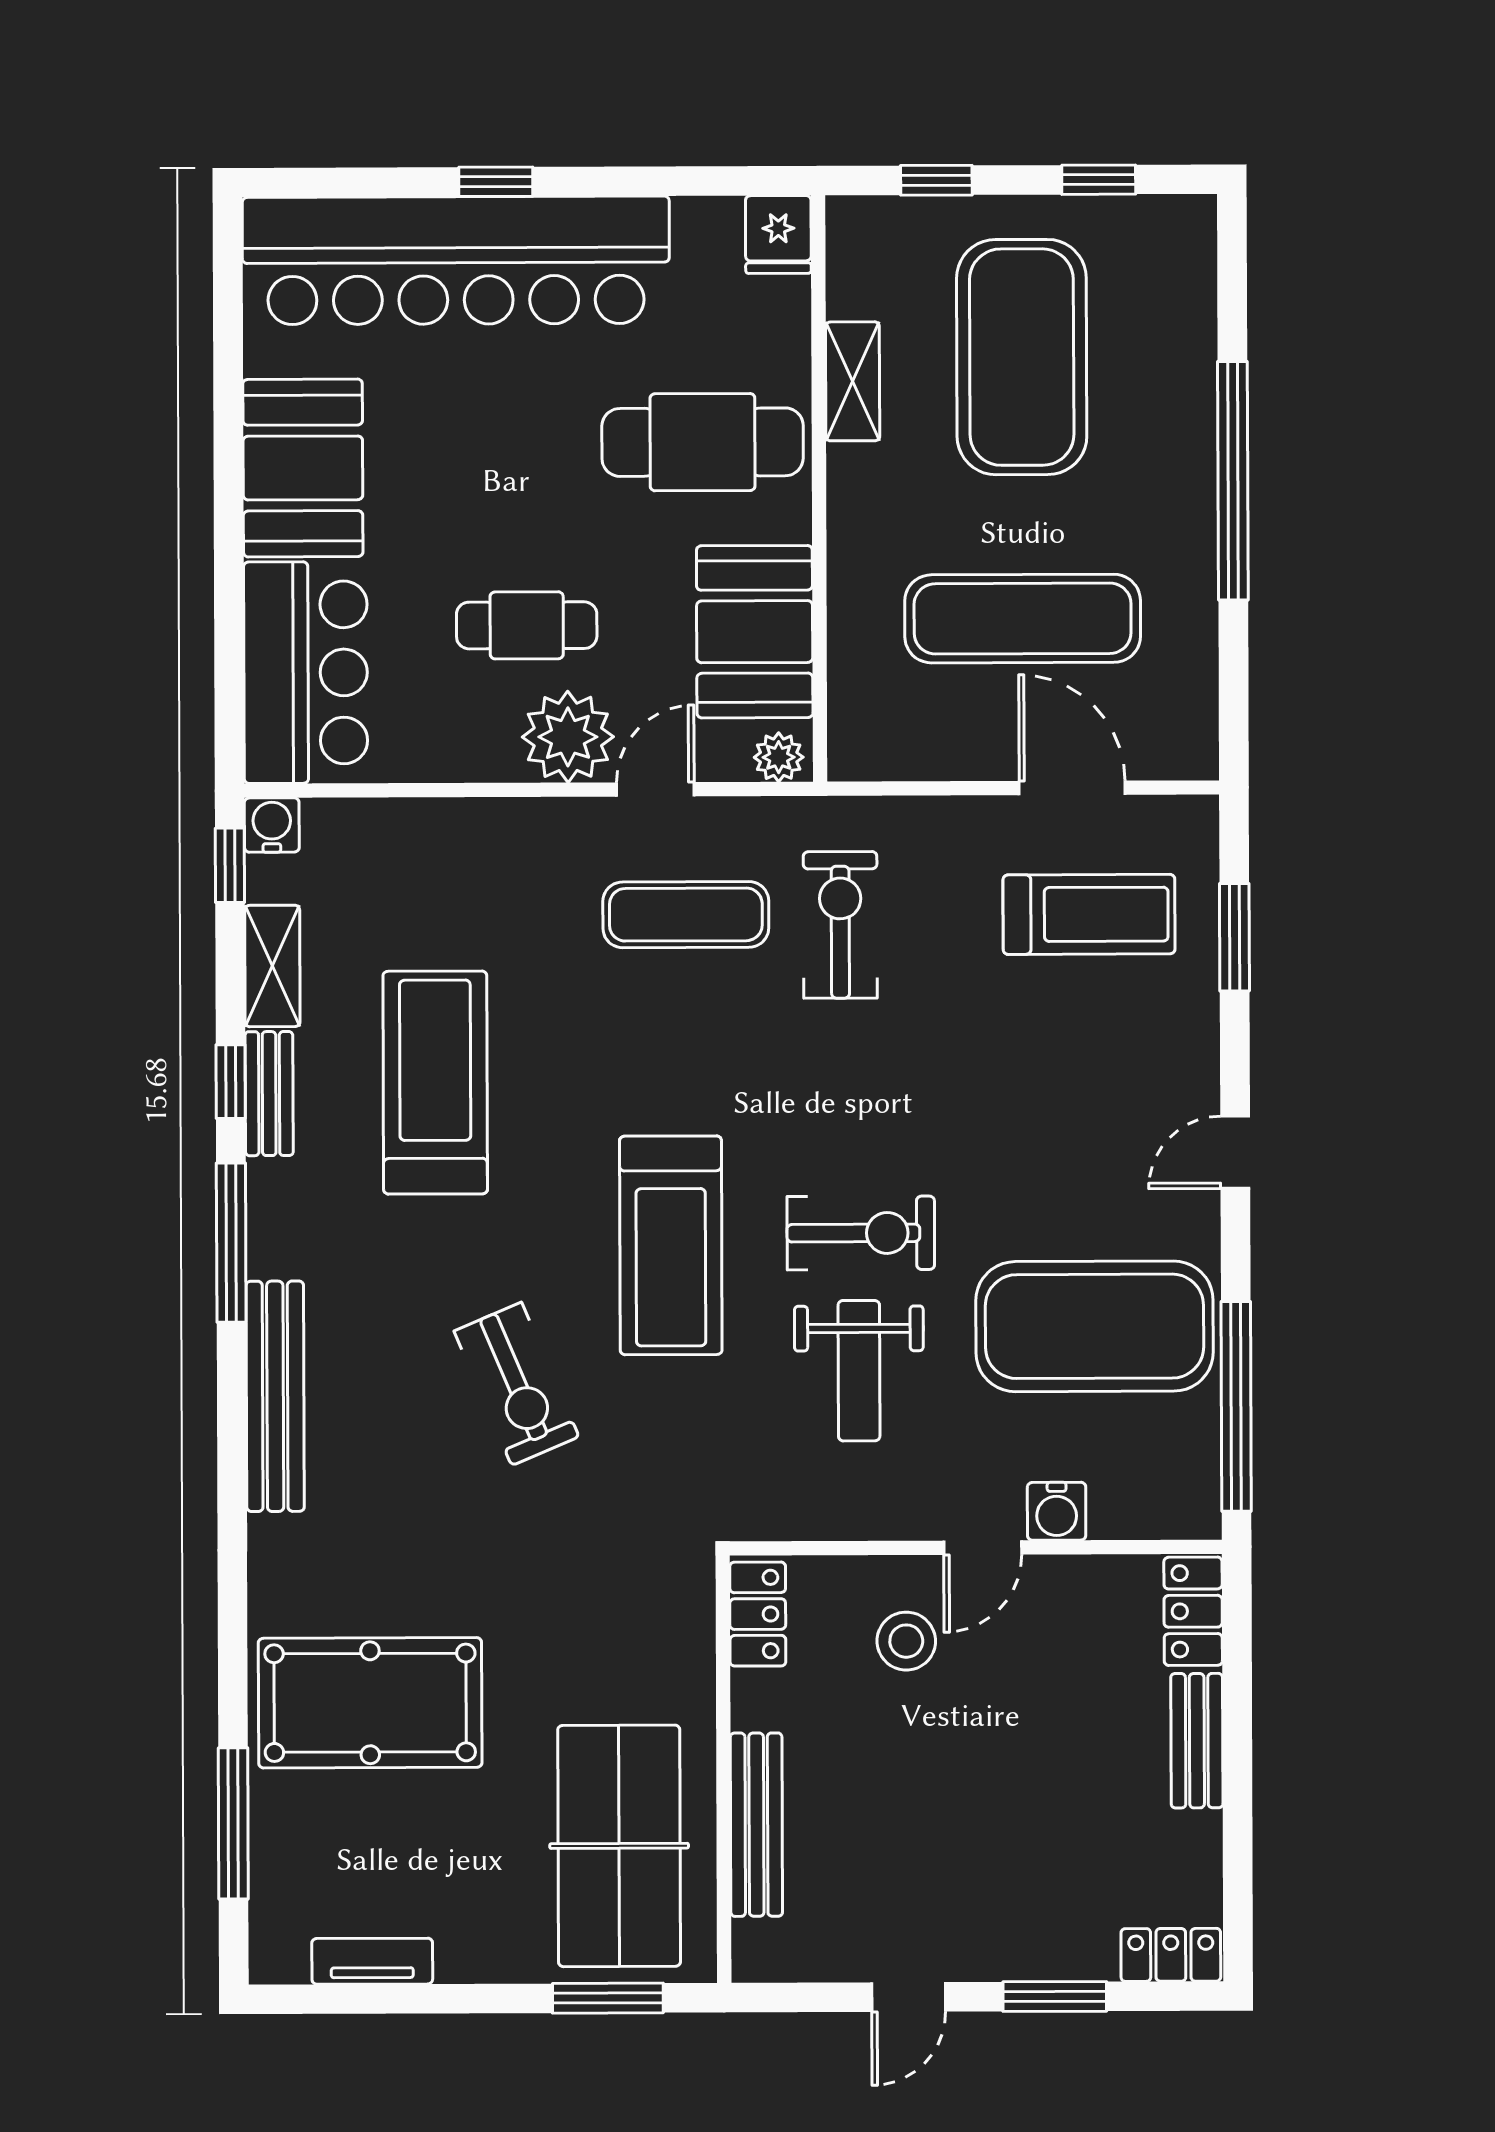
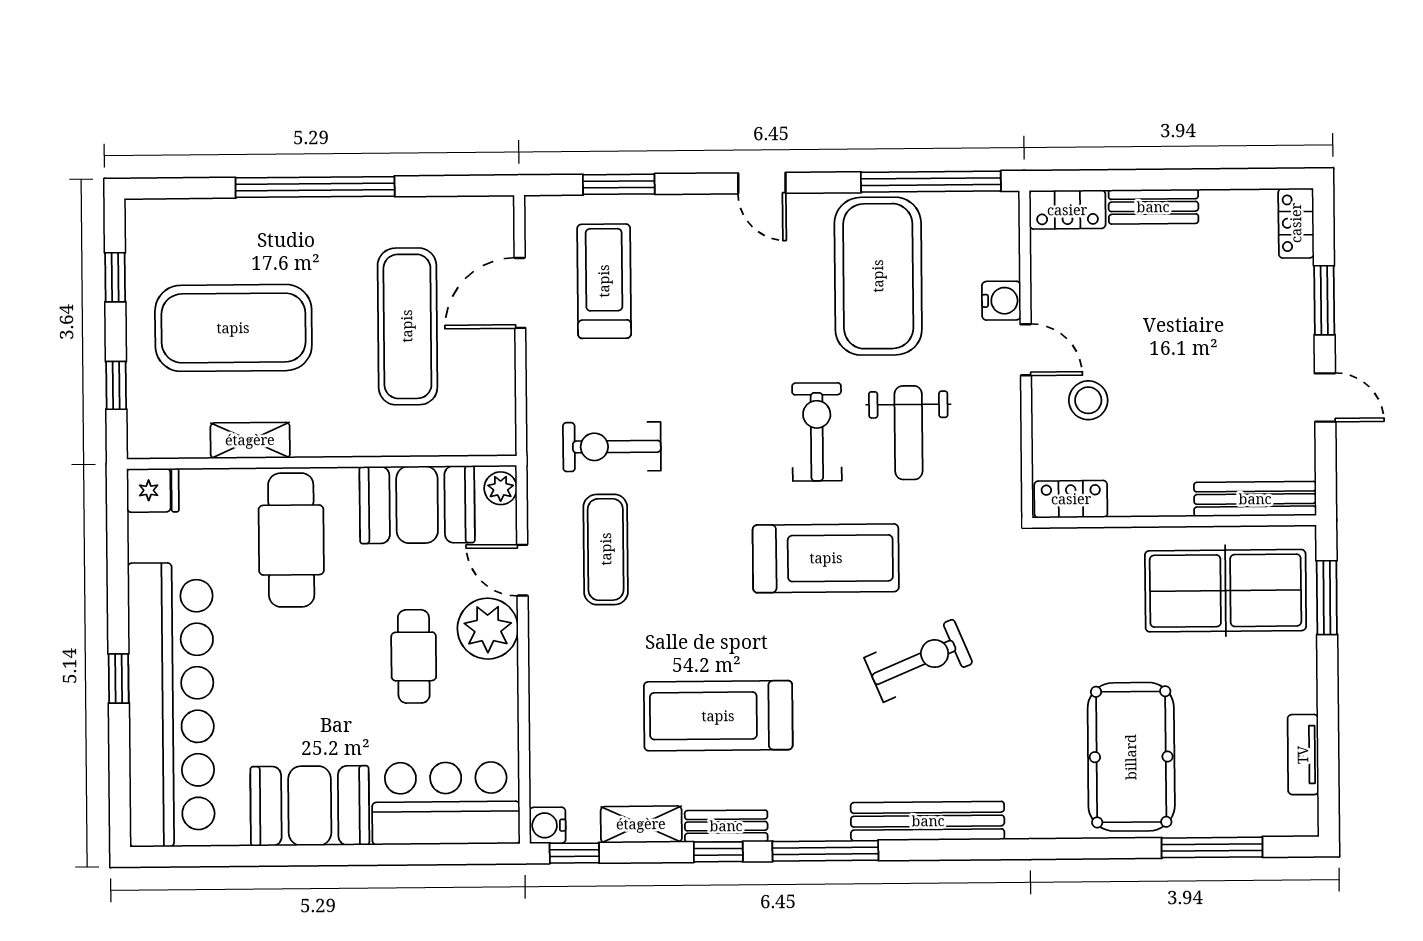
weight bench: (859, 1371) -> (909, 433), turned 90
bench: (756, 1825) -> (1255, 499), moved

